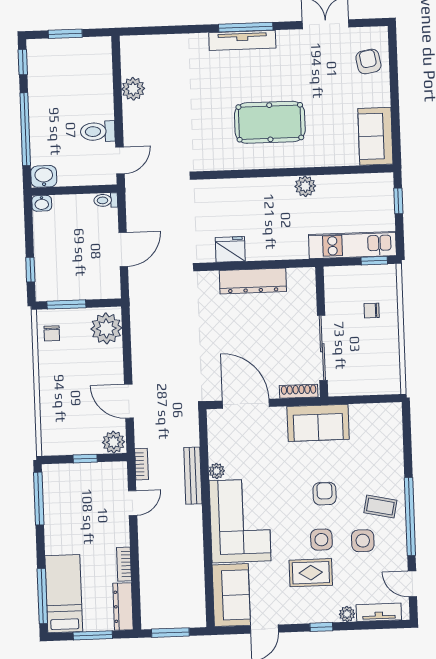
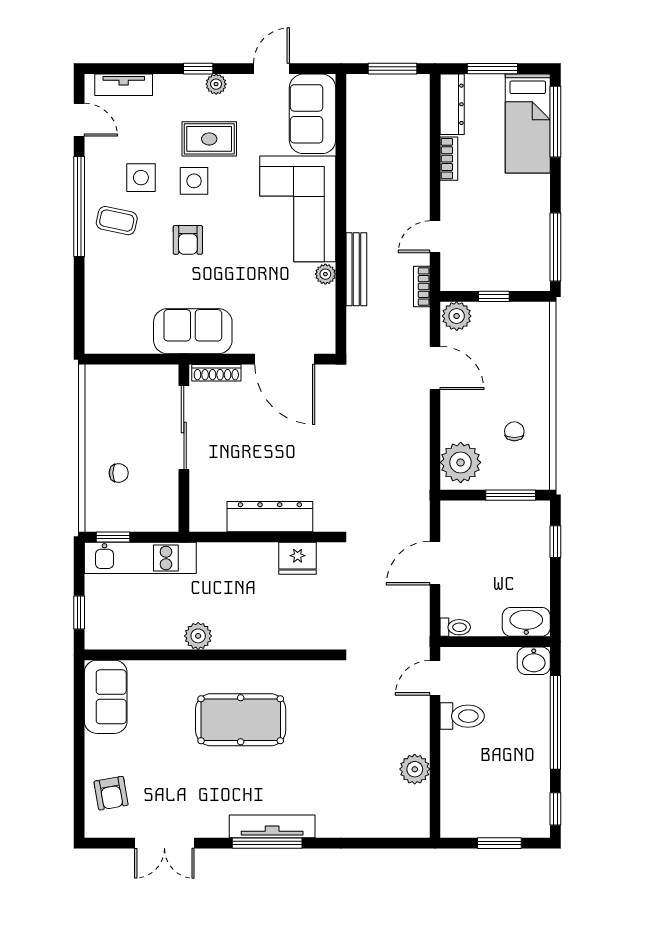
washbasin: (42, 203) -> (526, 622), width x1.91, depth x1.45
chair: (52, 333) -> (514, 431), moved
plant: (347, 614) -> (216, 84), moved

